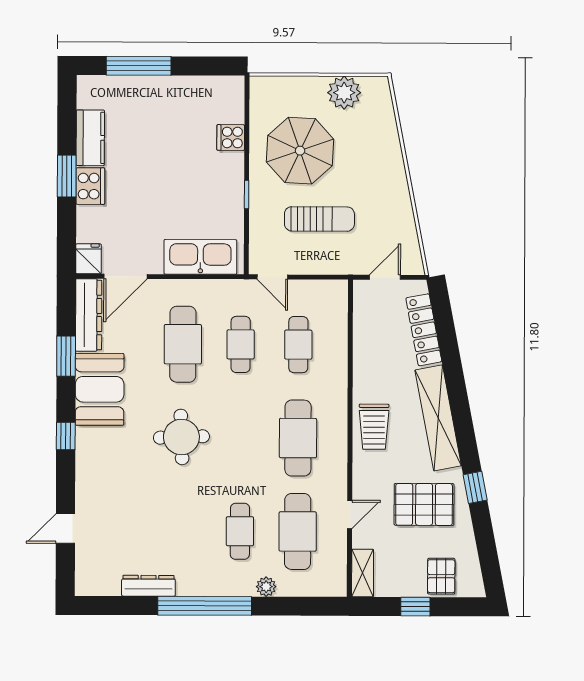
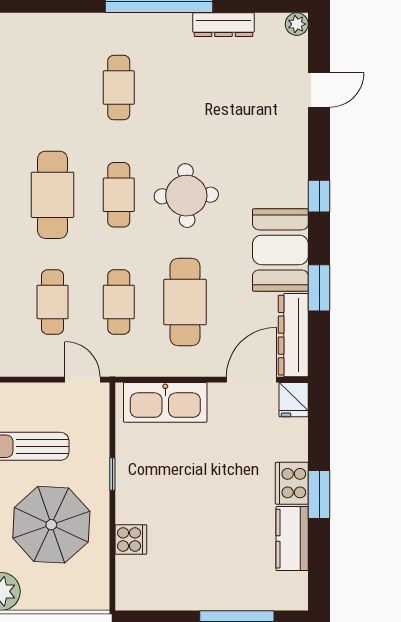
cafe table: (298, 531) -> (119, 195), moved, width x0.73, depth x0.74
plant: (266, 587) -> (297, 24), moved

